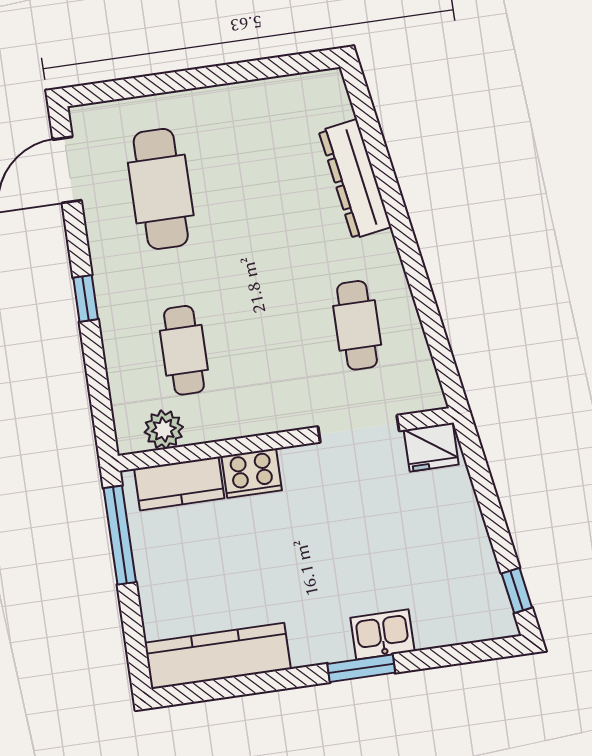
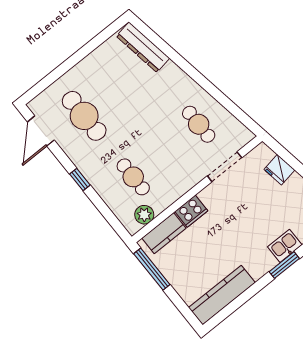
dresser: (355, 179) -> (143, 47), moved
fridge: (431, 447) -> (279, 170), moved, turned 81

